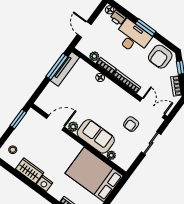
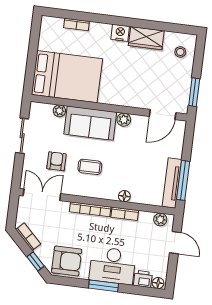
plant: (94, 56) -> (160, 219), moved
armchair: (160, 57) -> (67, 261), turned 90
double door: (152, 108) -> (42, 195), swing flipped
coffee table: (112, 109) -> (90, 167), added
door: (56, 123) -> (163, 115), moved
sliding door: (151, 143) -> (22, 136), moved

